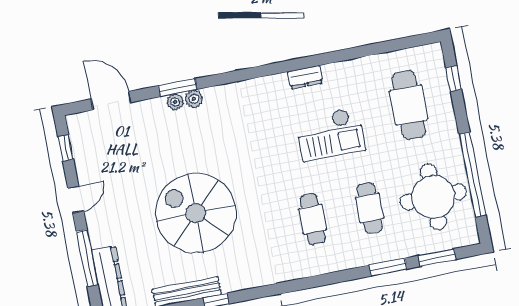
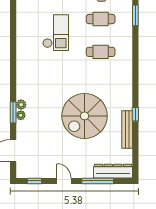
dresser: (305, 77) -> (21, 41), removed

